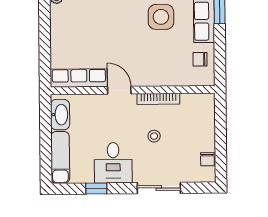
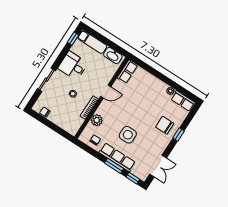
plant: (170, 76) -> (97, 120), added
row of seats: (79, 78) -> (127, 72), width x0.68
window: (96, 189) -> (73, 39), moved

